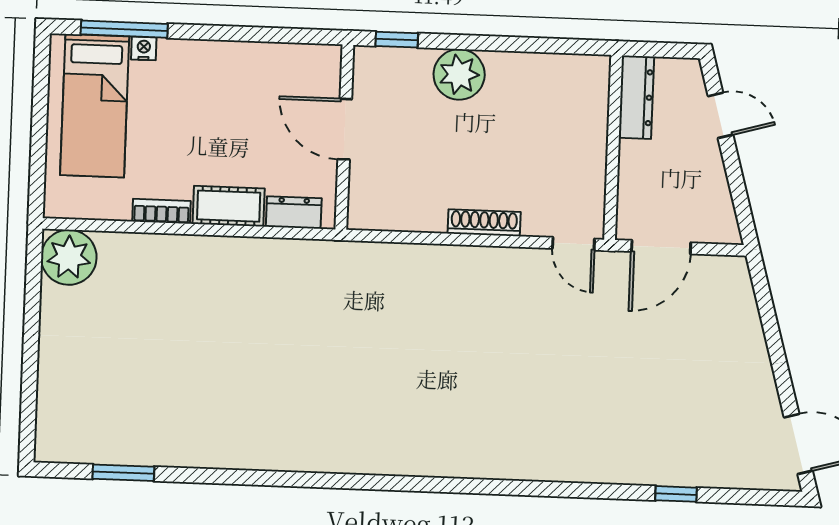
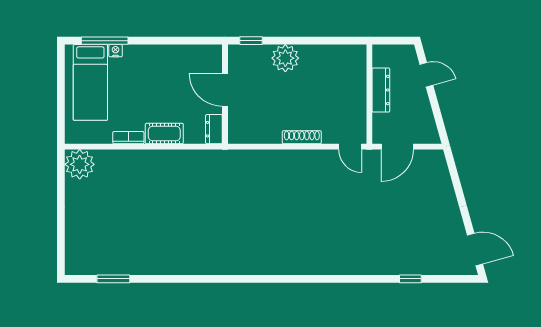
dresser: (636, 97) -> (381, 90), moved
dresser: (294, 212) -> (214, 129), moved, turned -90

